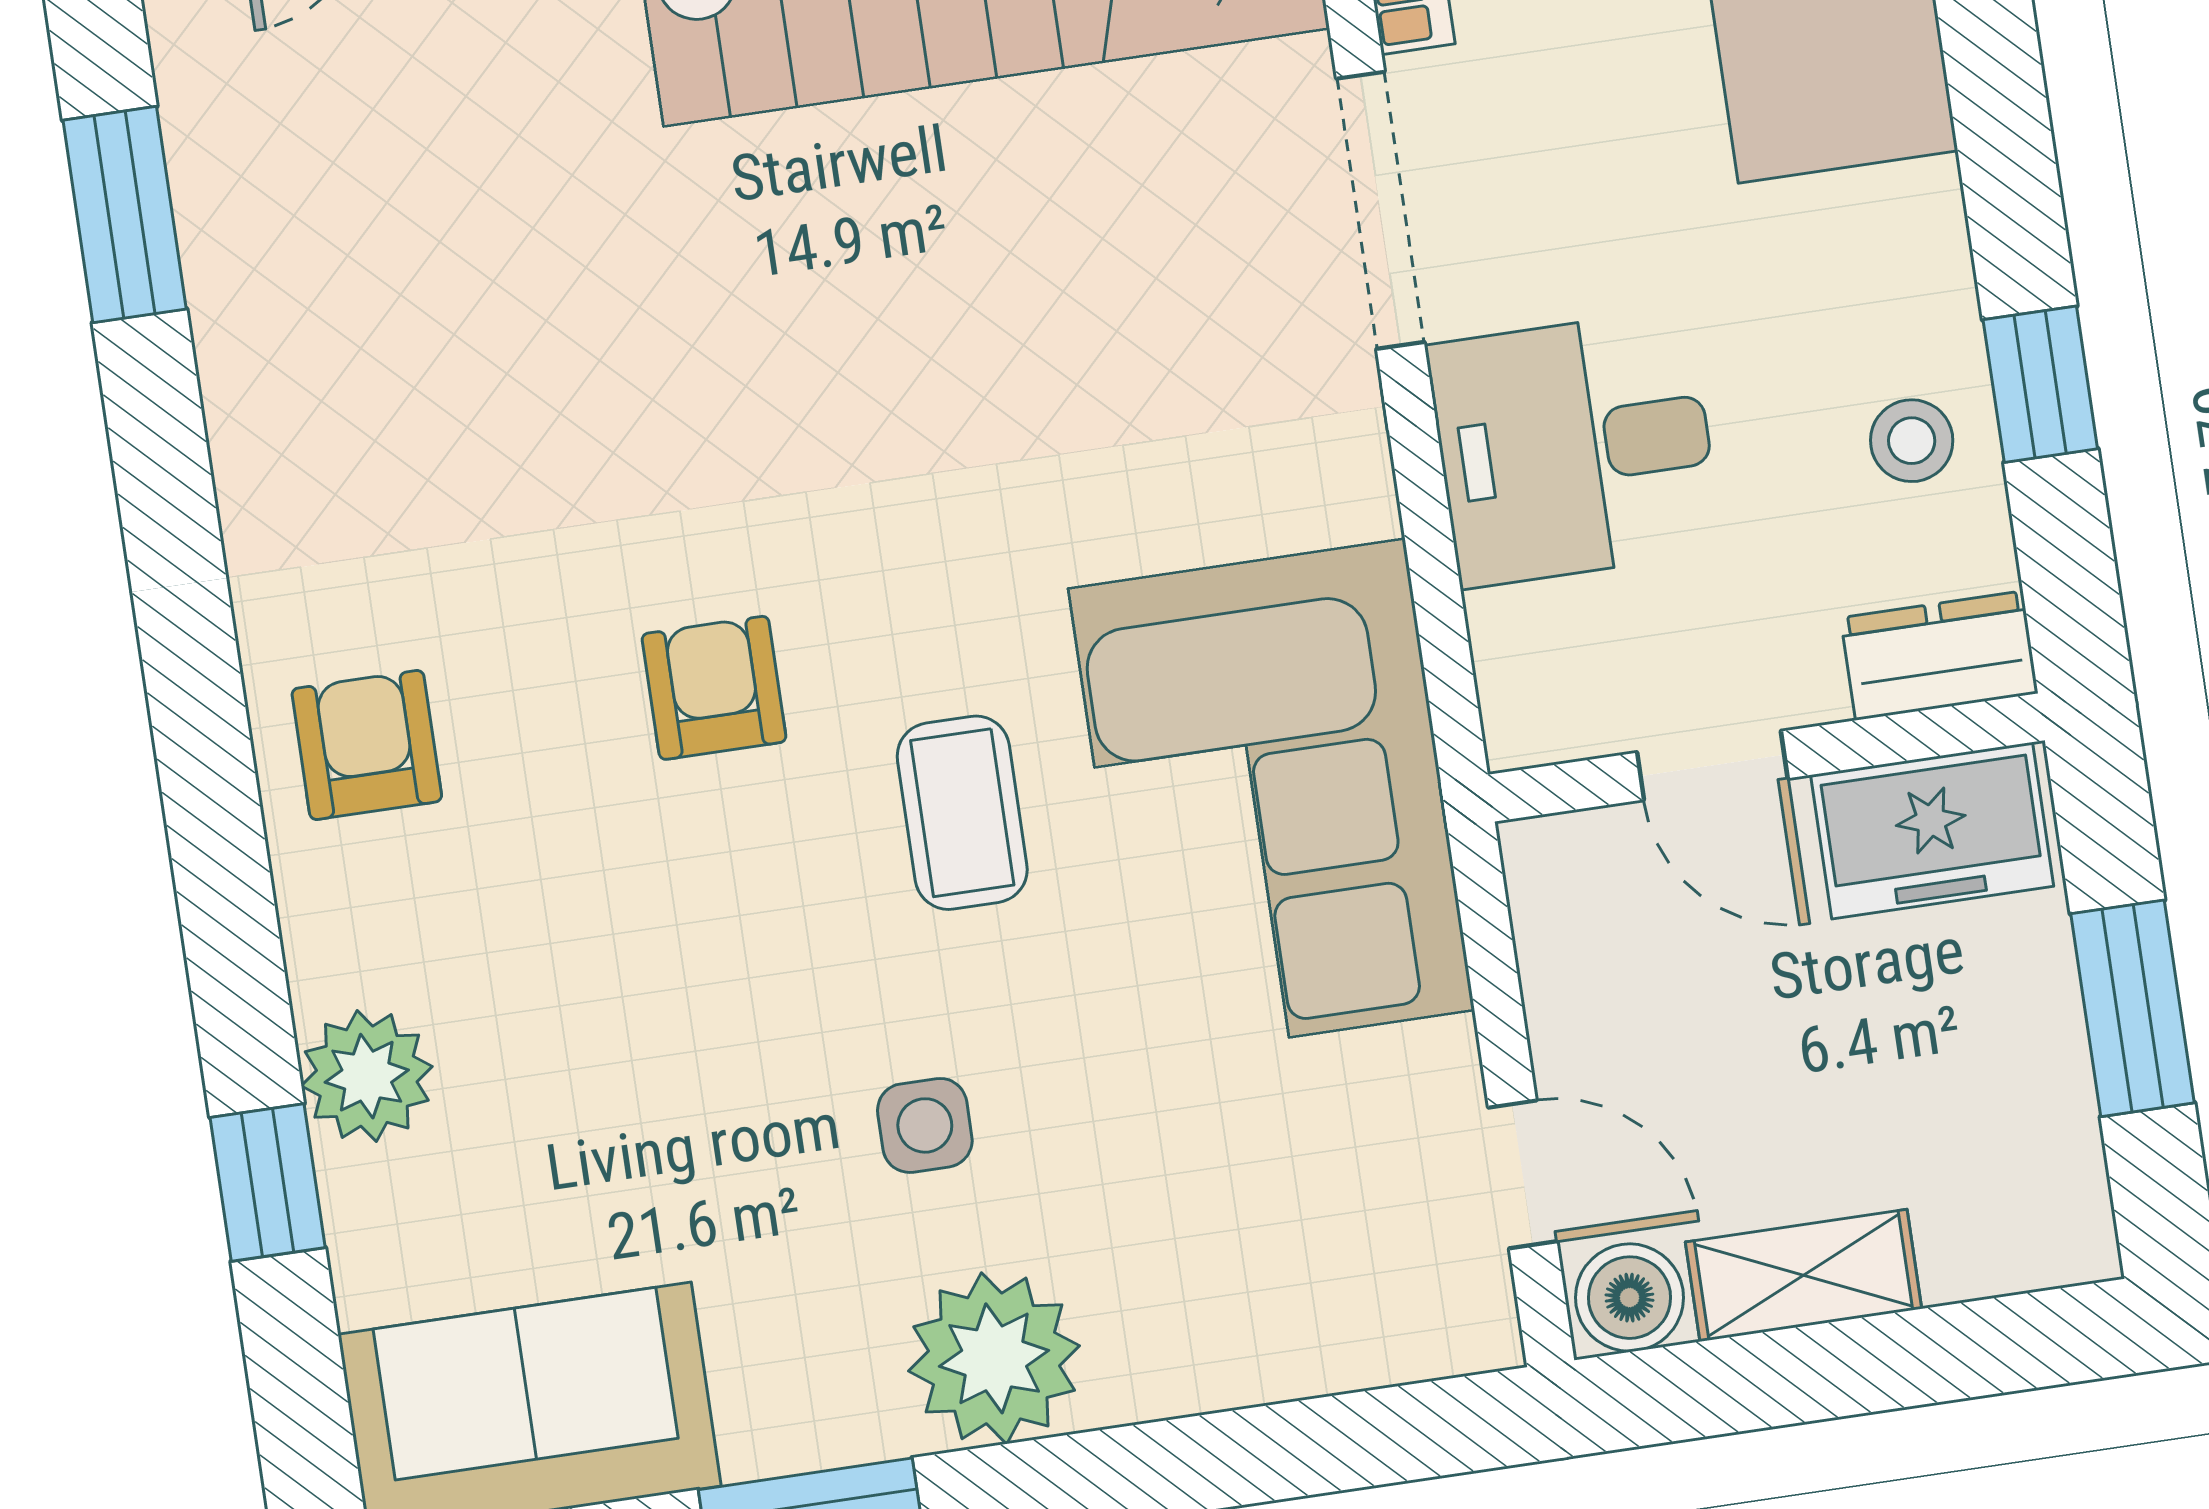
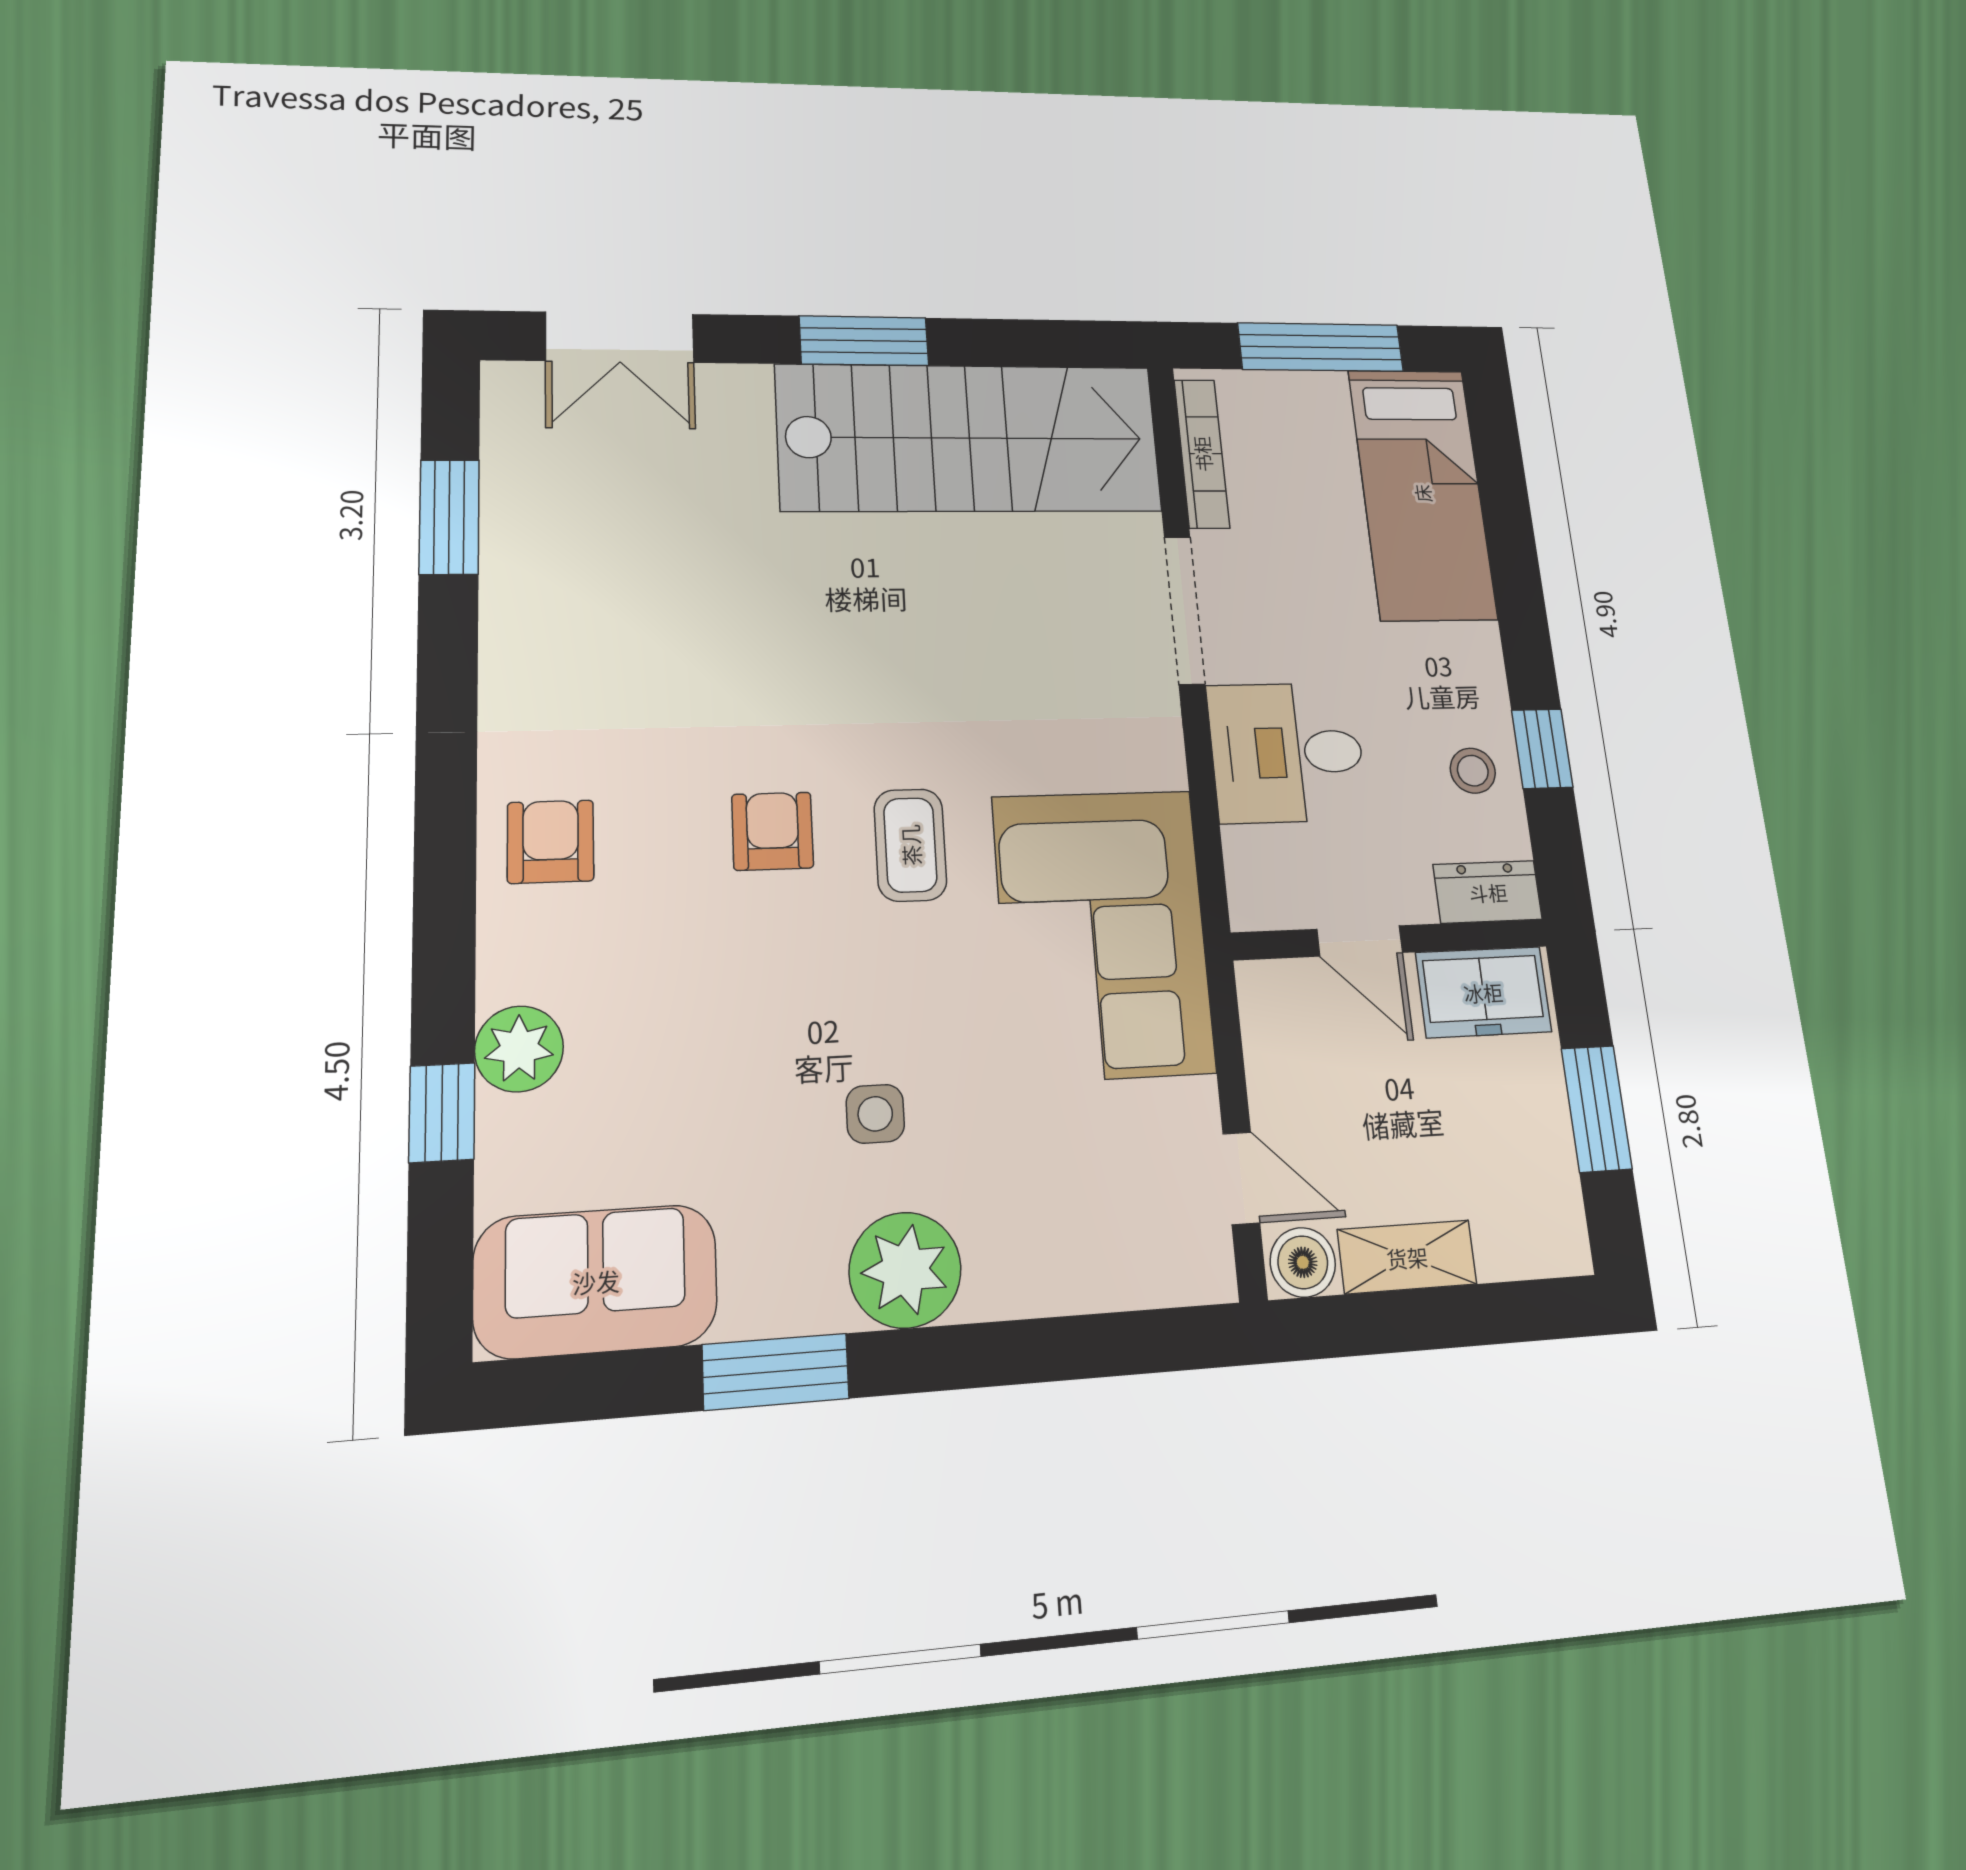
coffee table: (962, 813) -> (910, 845), moved

